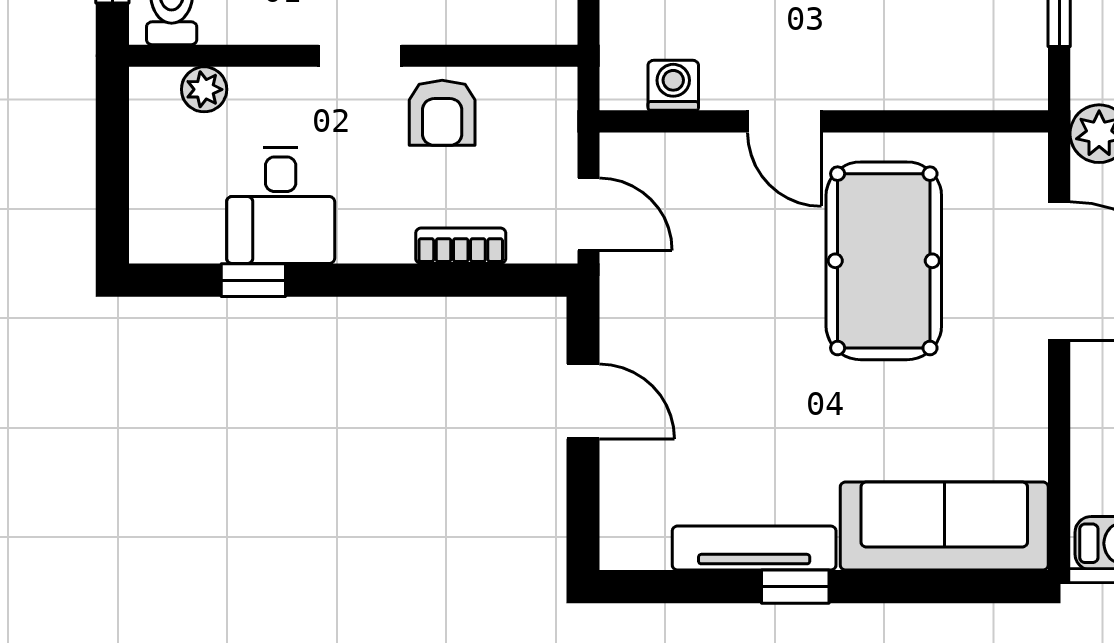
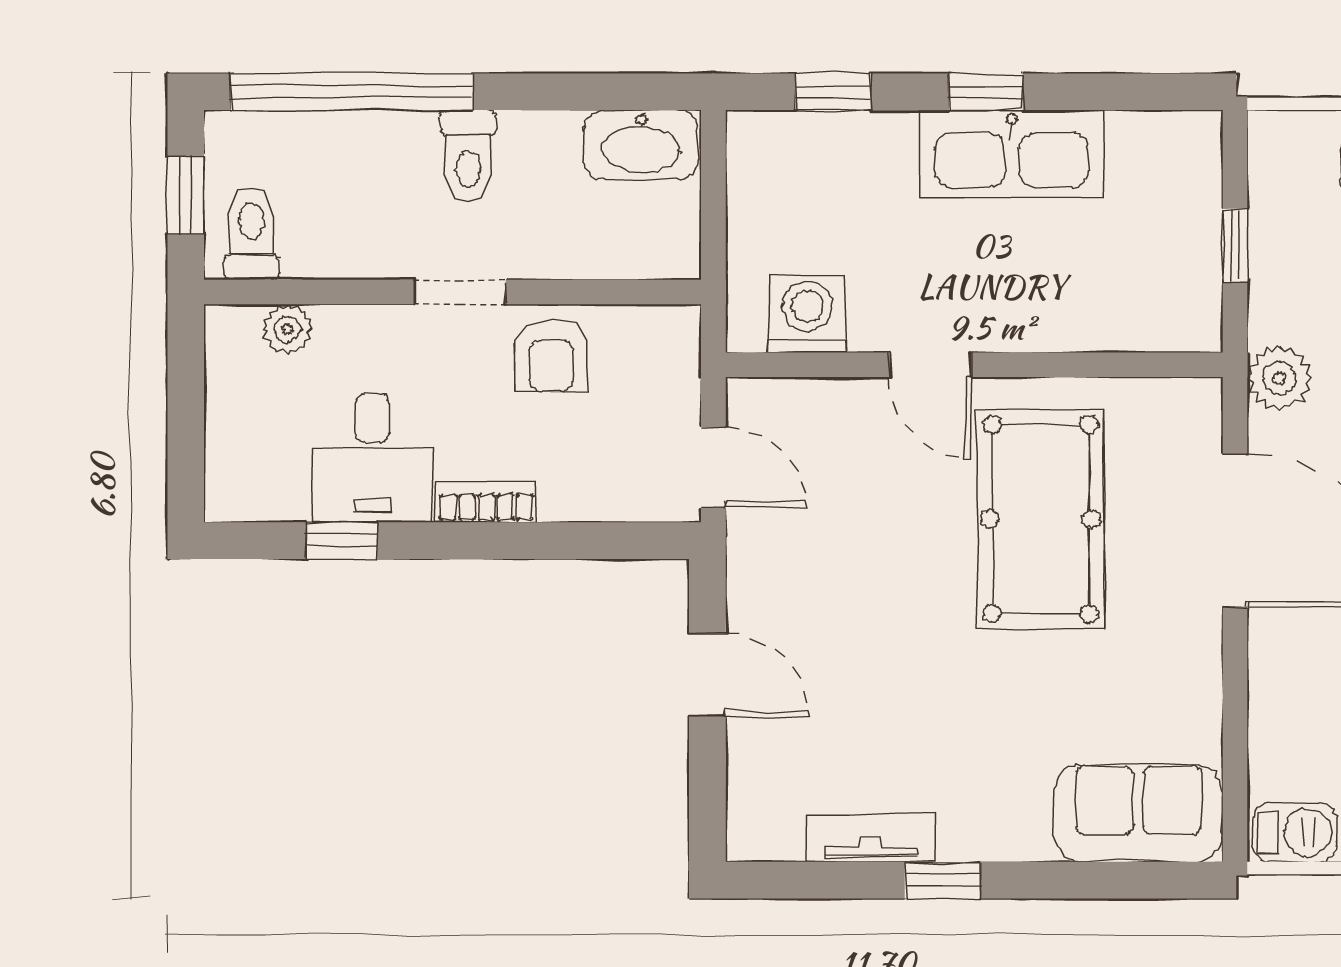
washing machine: (673, 85) -> (807, 314), width x1.38, depth x1.38
bookcase: (461, 246) -> (486, 502), moved
sofa: (944, 526) -> (1138, 813), width x0.73
tv unit: (754, 548) -> (871, 837), width x0.71

